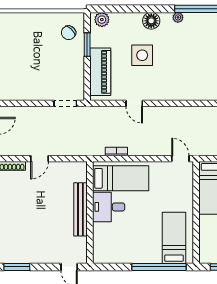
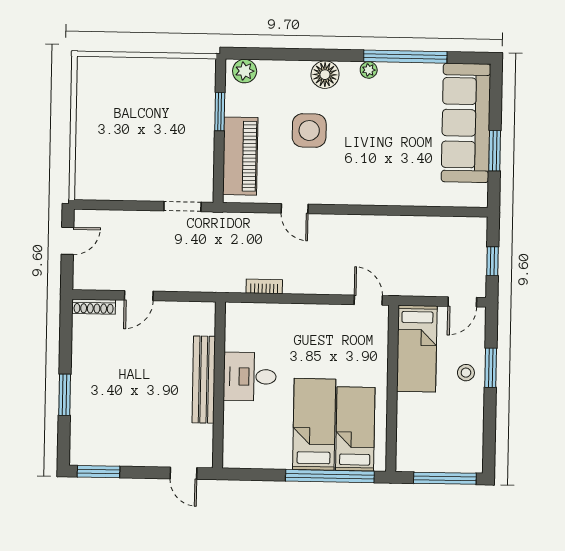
chair: (69, 33) -> (190, 91), removed
bed: (121, 178) -> (314, 424), moved, turned -90

